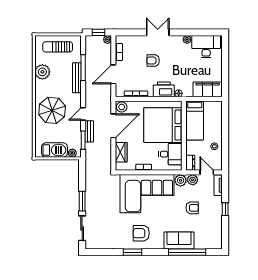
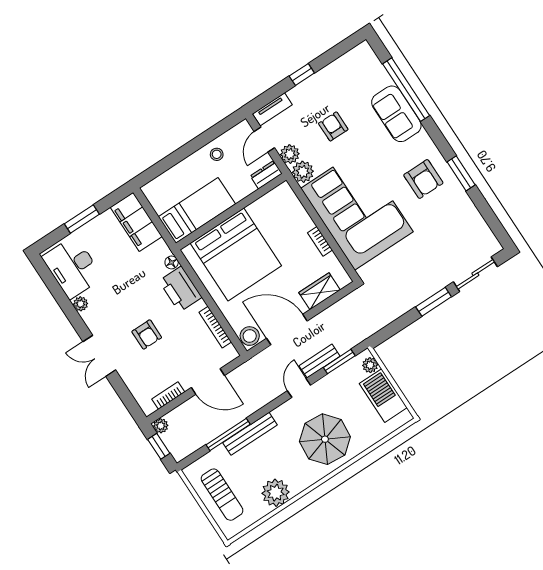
window: (225, 66) -> (82, 219), added
door: (83, 114) -> (299, 388), swing flipped
desk: (170, 154) -> (273, 214), removed

